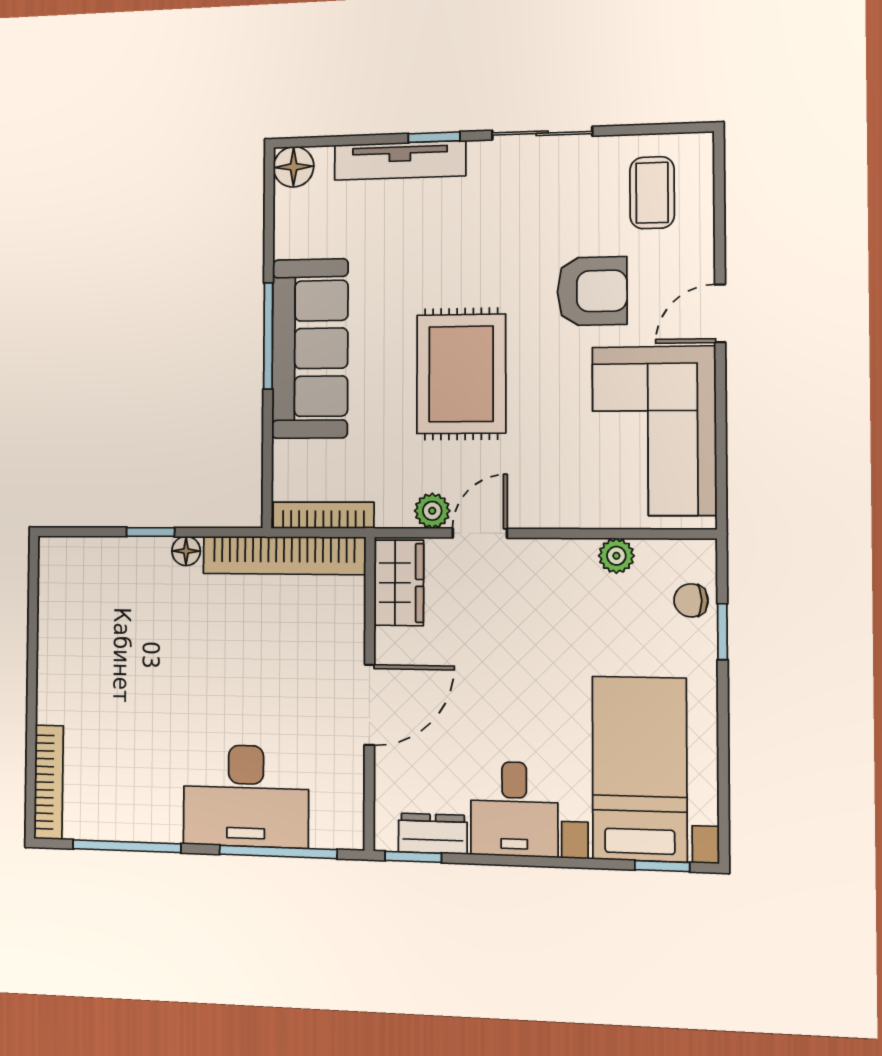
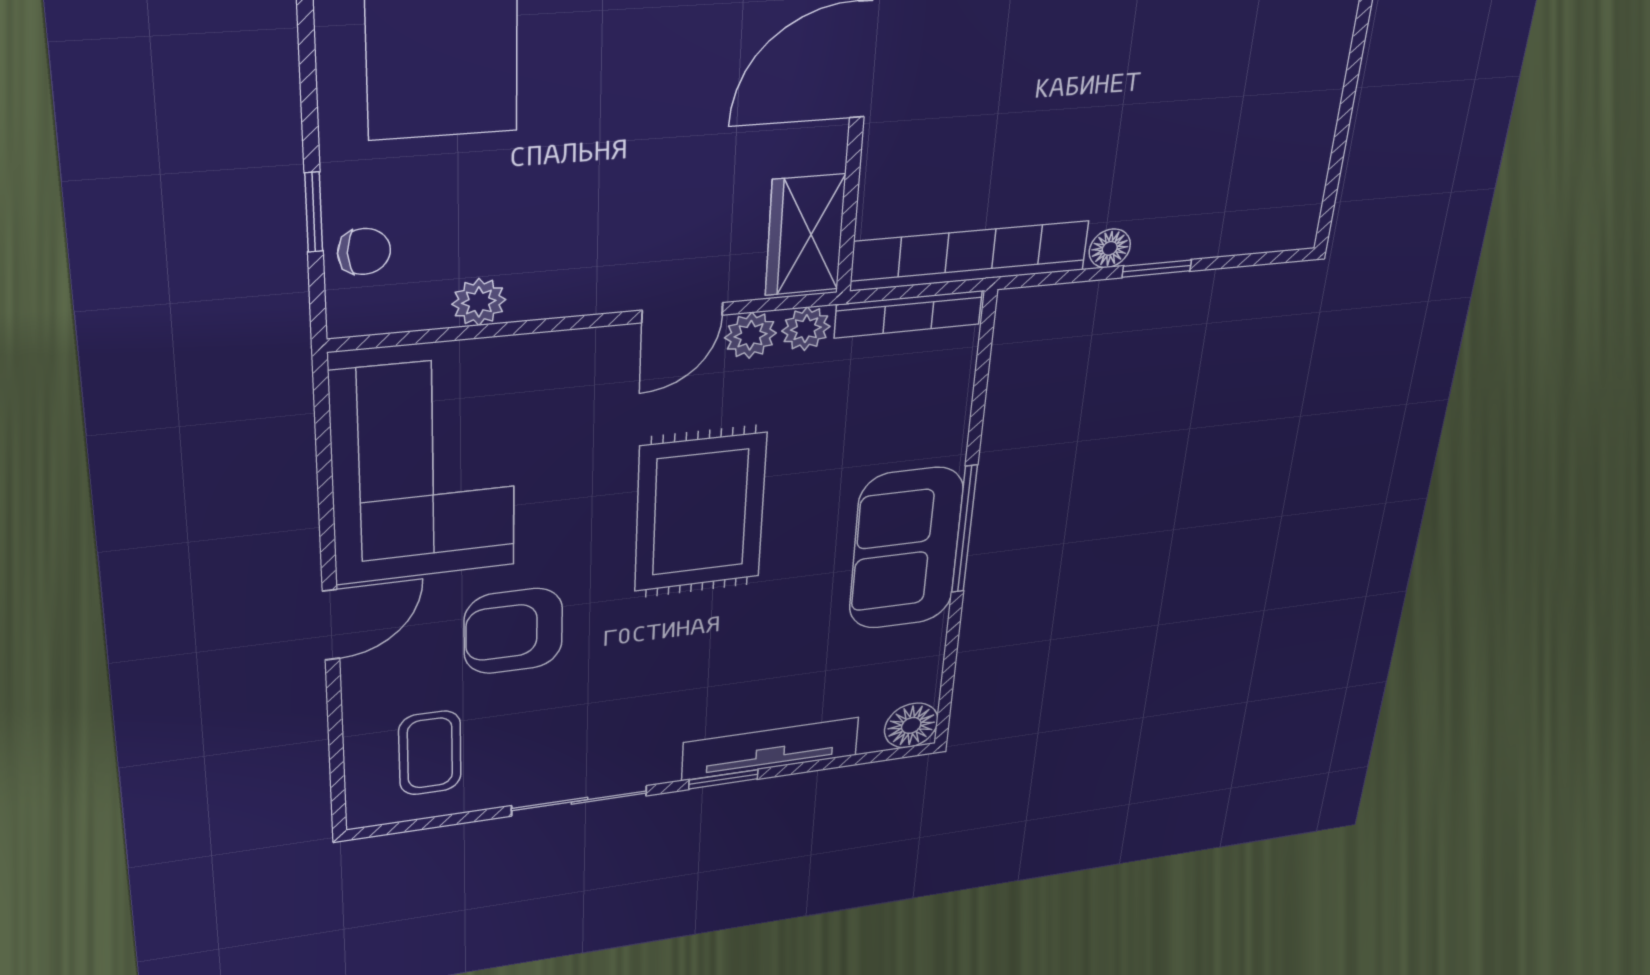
sofa: (310, 348) -> (906, 549), width x0.73
plant: (394, 512) -> (806, 329), added

